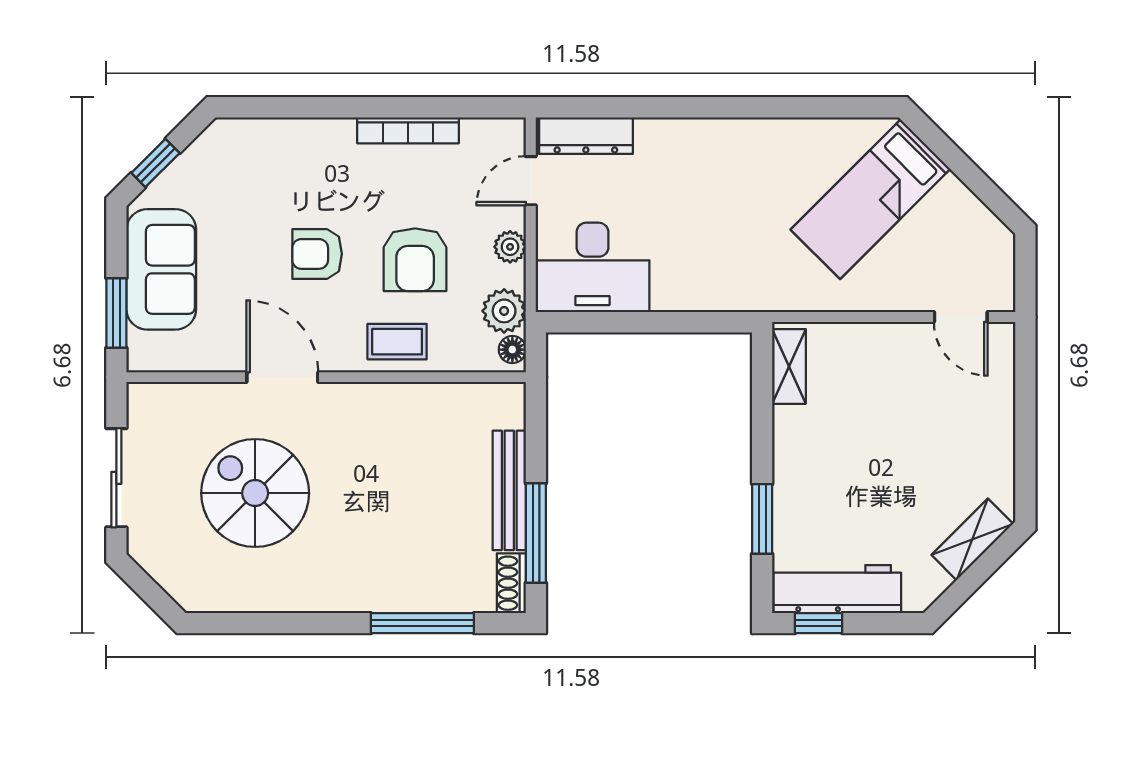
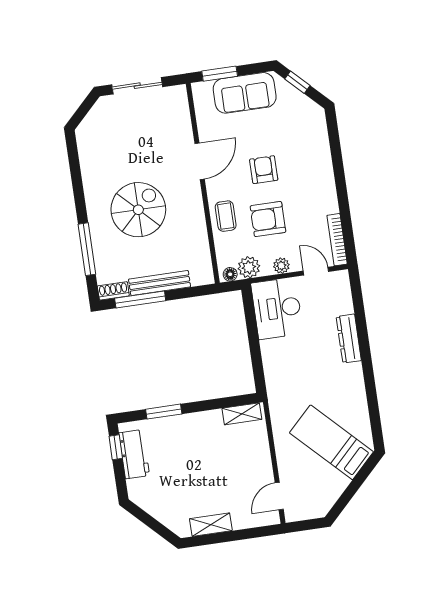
bookcase: (408, 130) -> (337, 240), moved
dresser: (586, 136) -> (349, 339), moved
spiral stairs: (255, 493) -> (138, 210), moved
shelving: (972, 539) -> (211, 525), moved, turned -45
workbench: (837, 589) -> (134, 454), width x0.73

